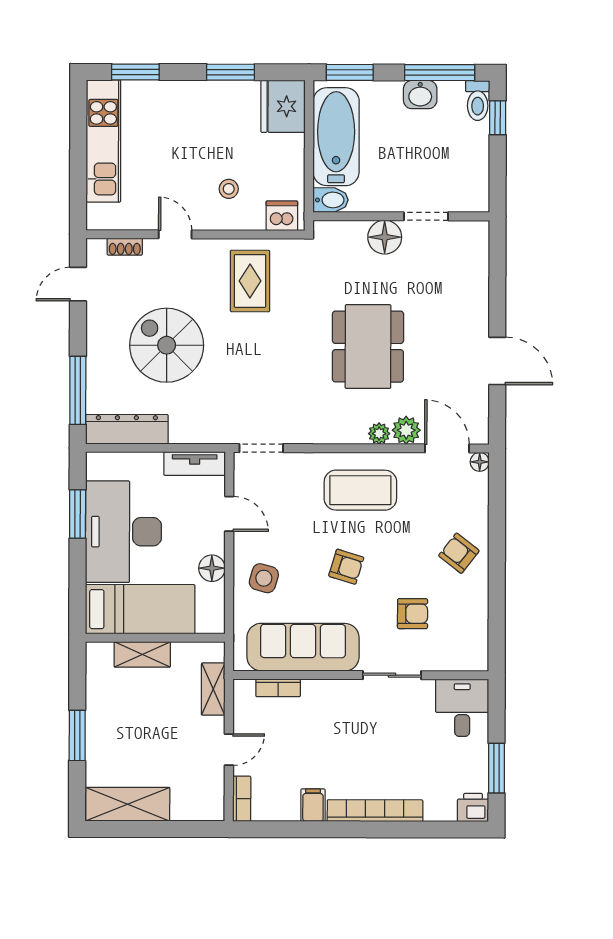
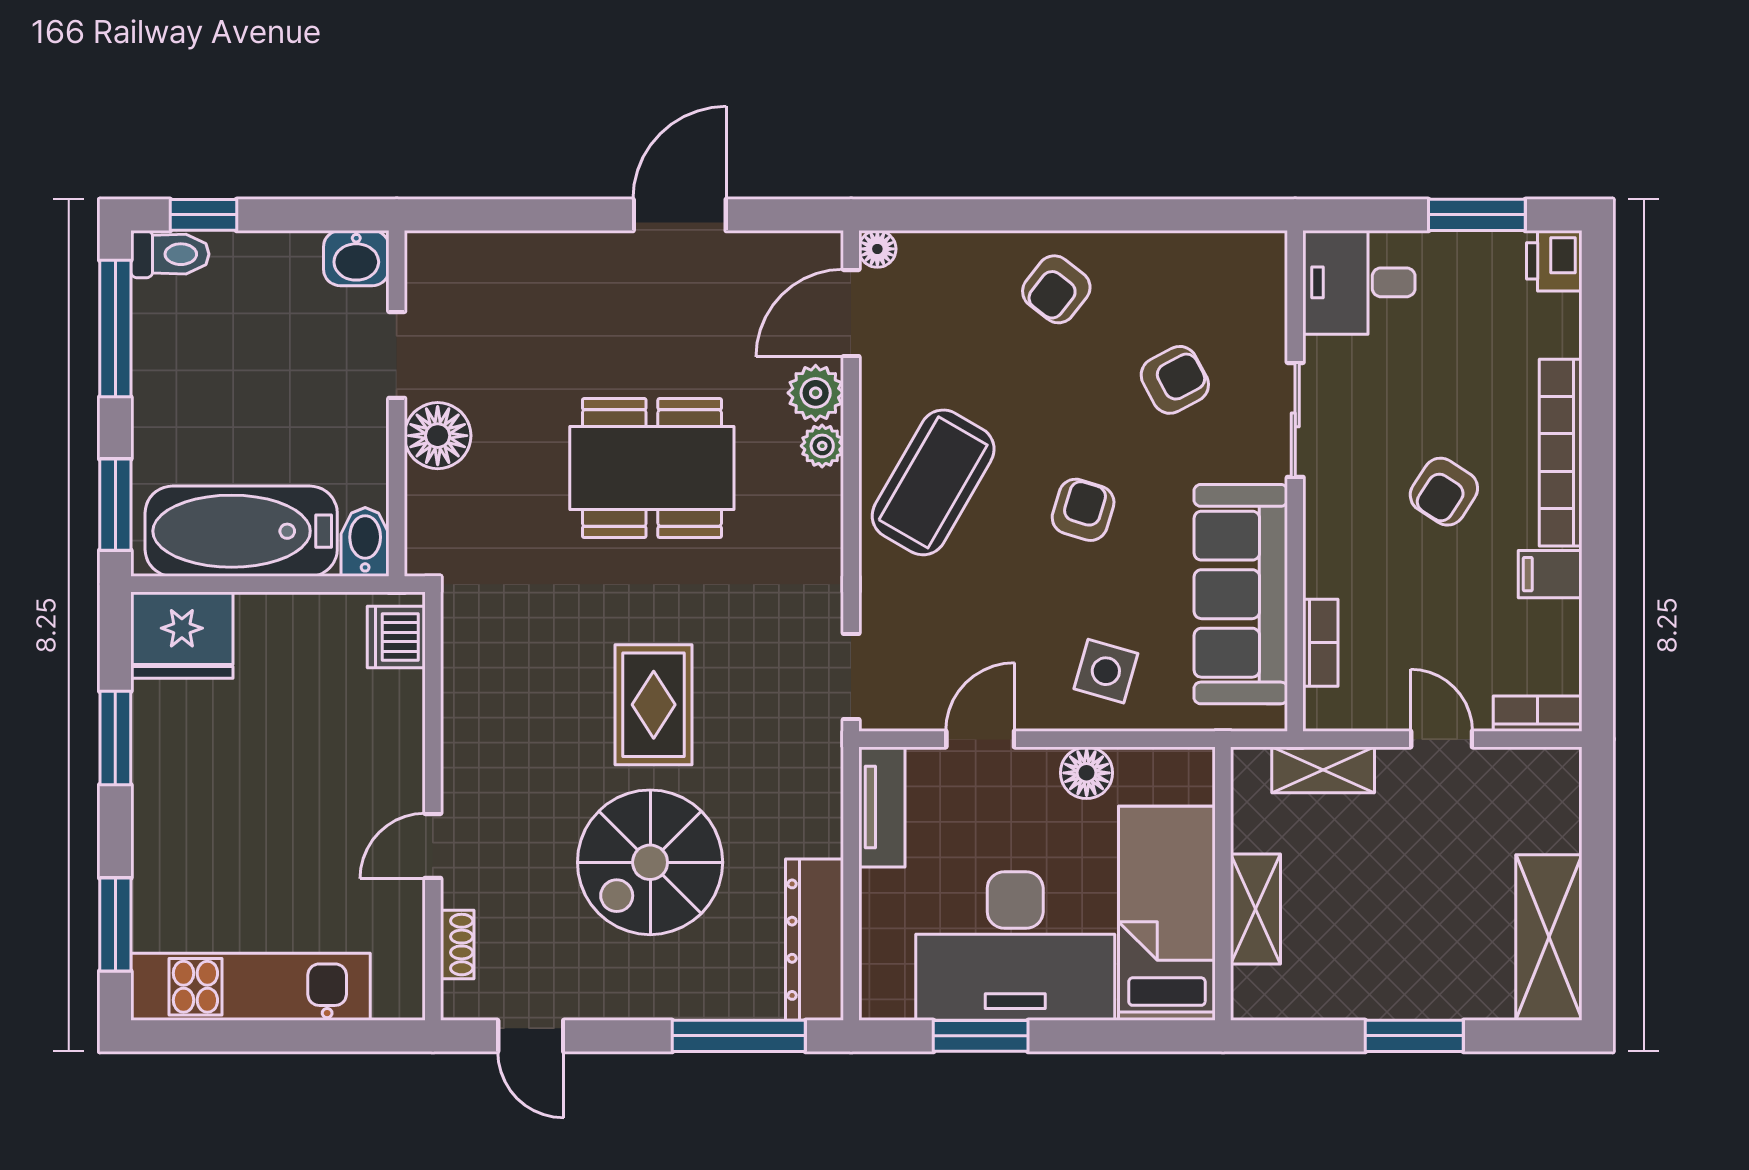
washbasin: (420, 95) -> (356, 258), moved, turned 90
stool: (229, 189) -> (344, 741), removed
rug: (250, 281) -> (654, 705), moved, turned 90
coffee table: (360, 490) -> (933, 482), turned 30
armchair: (413, 614) -> (1175, 380), turned 62
armchair: (355, 751) -> (1444, 492), added

